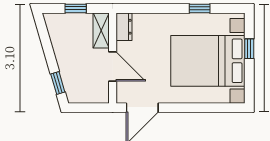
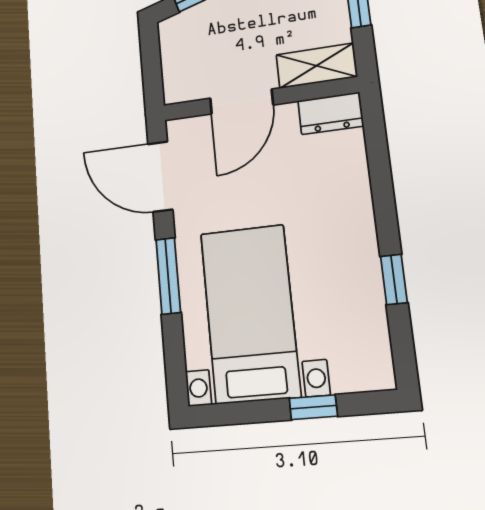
bed with nightstands: (208, 61) -> (250, 314), width x0.73
window: (188, 108) -> (168, 276), added

